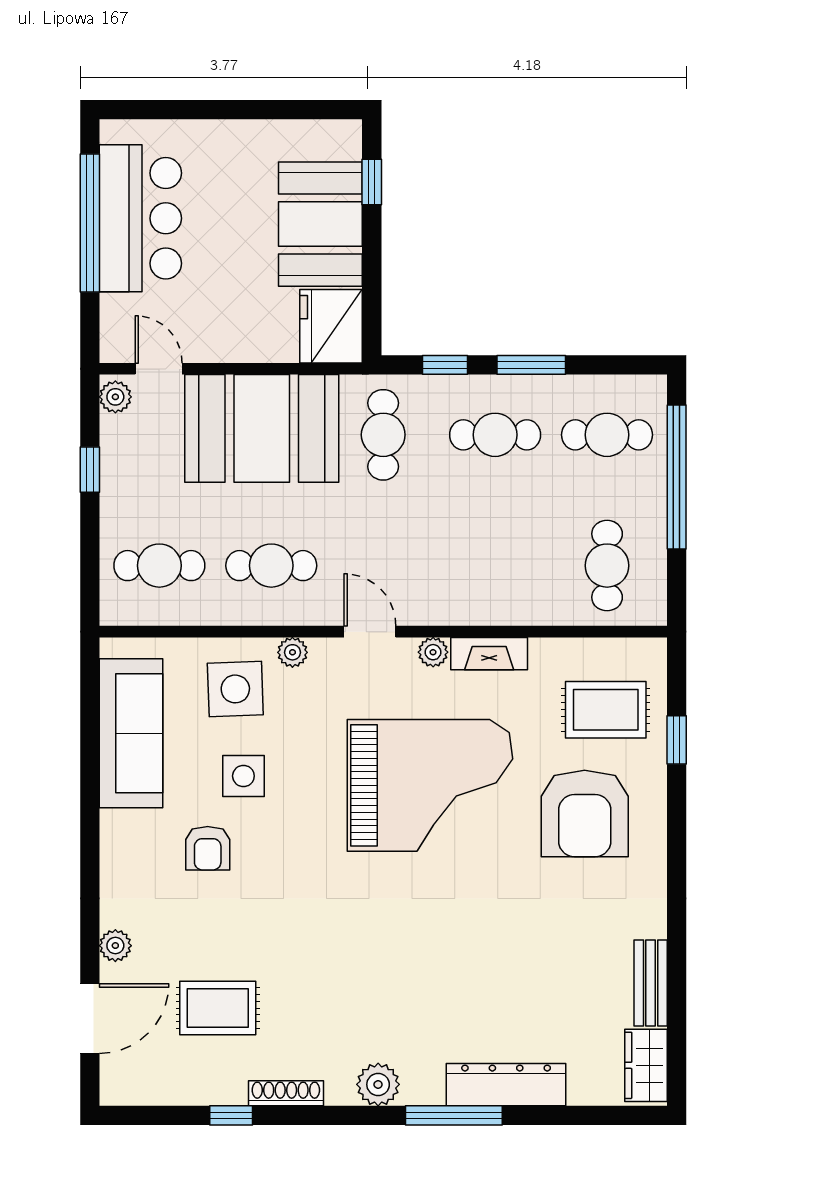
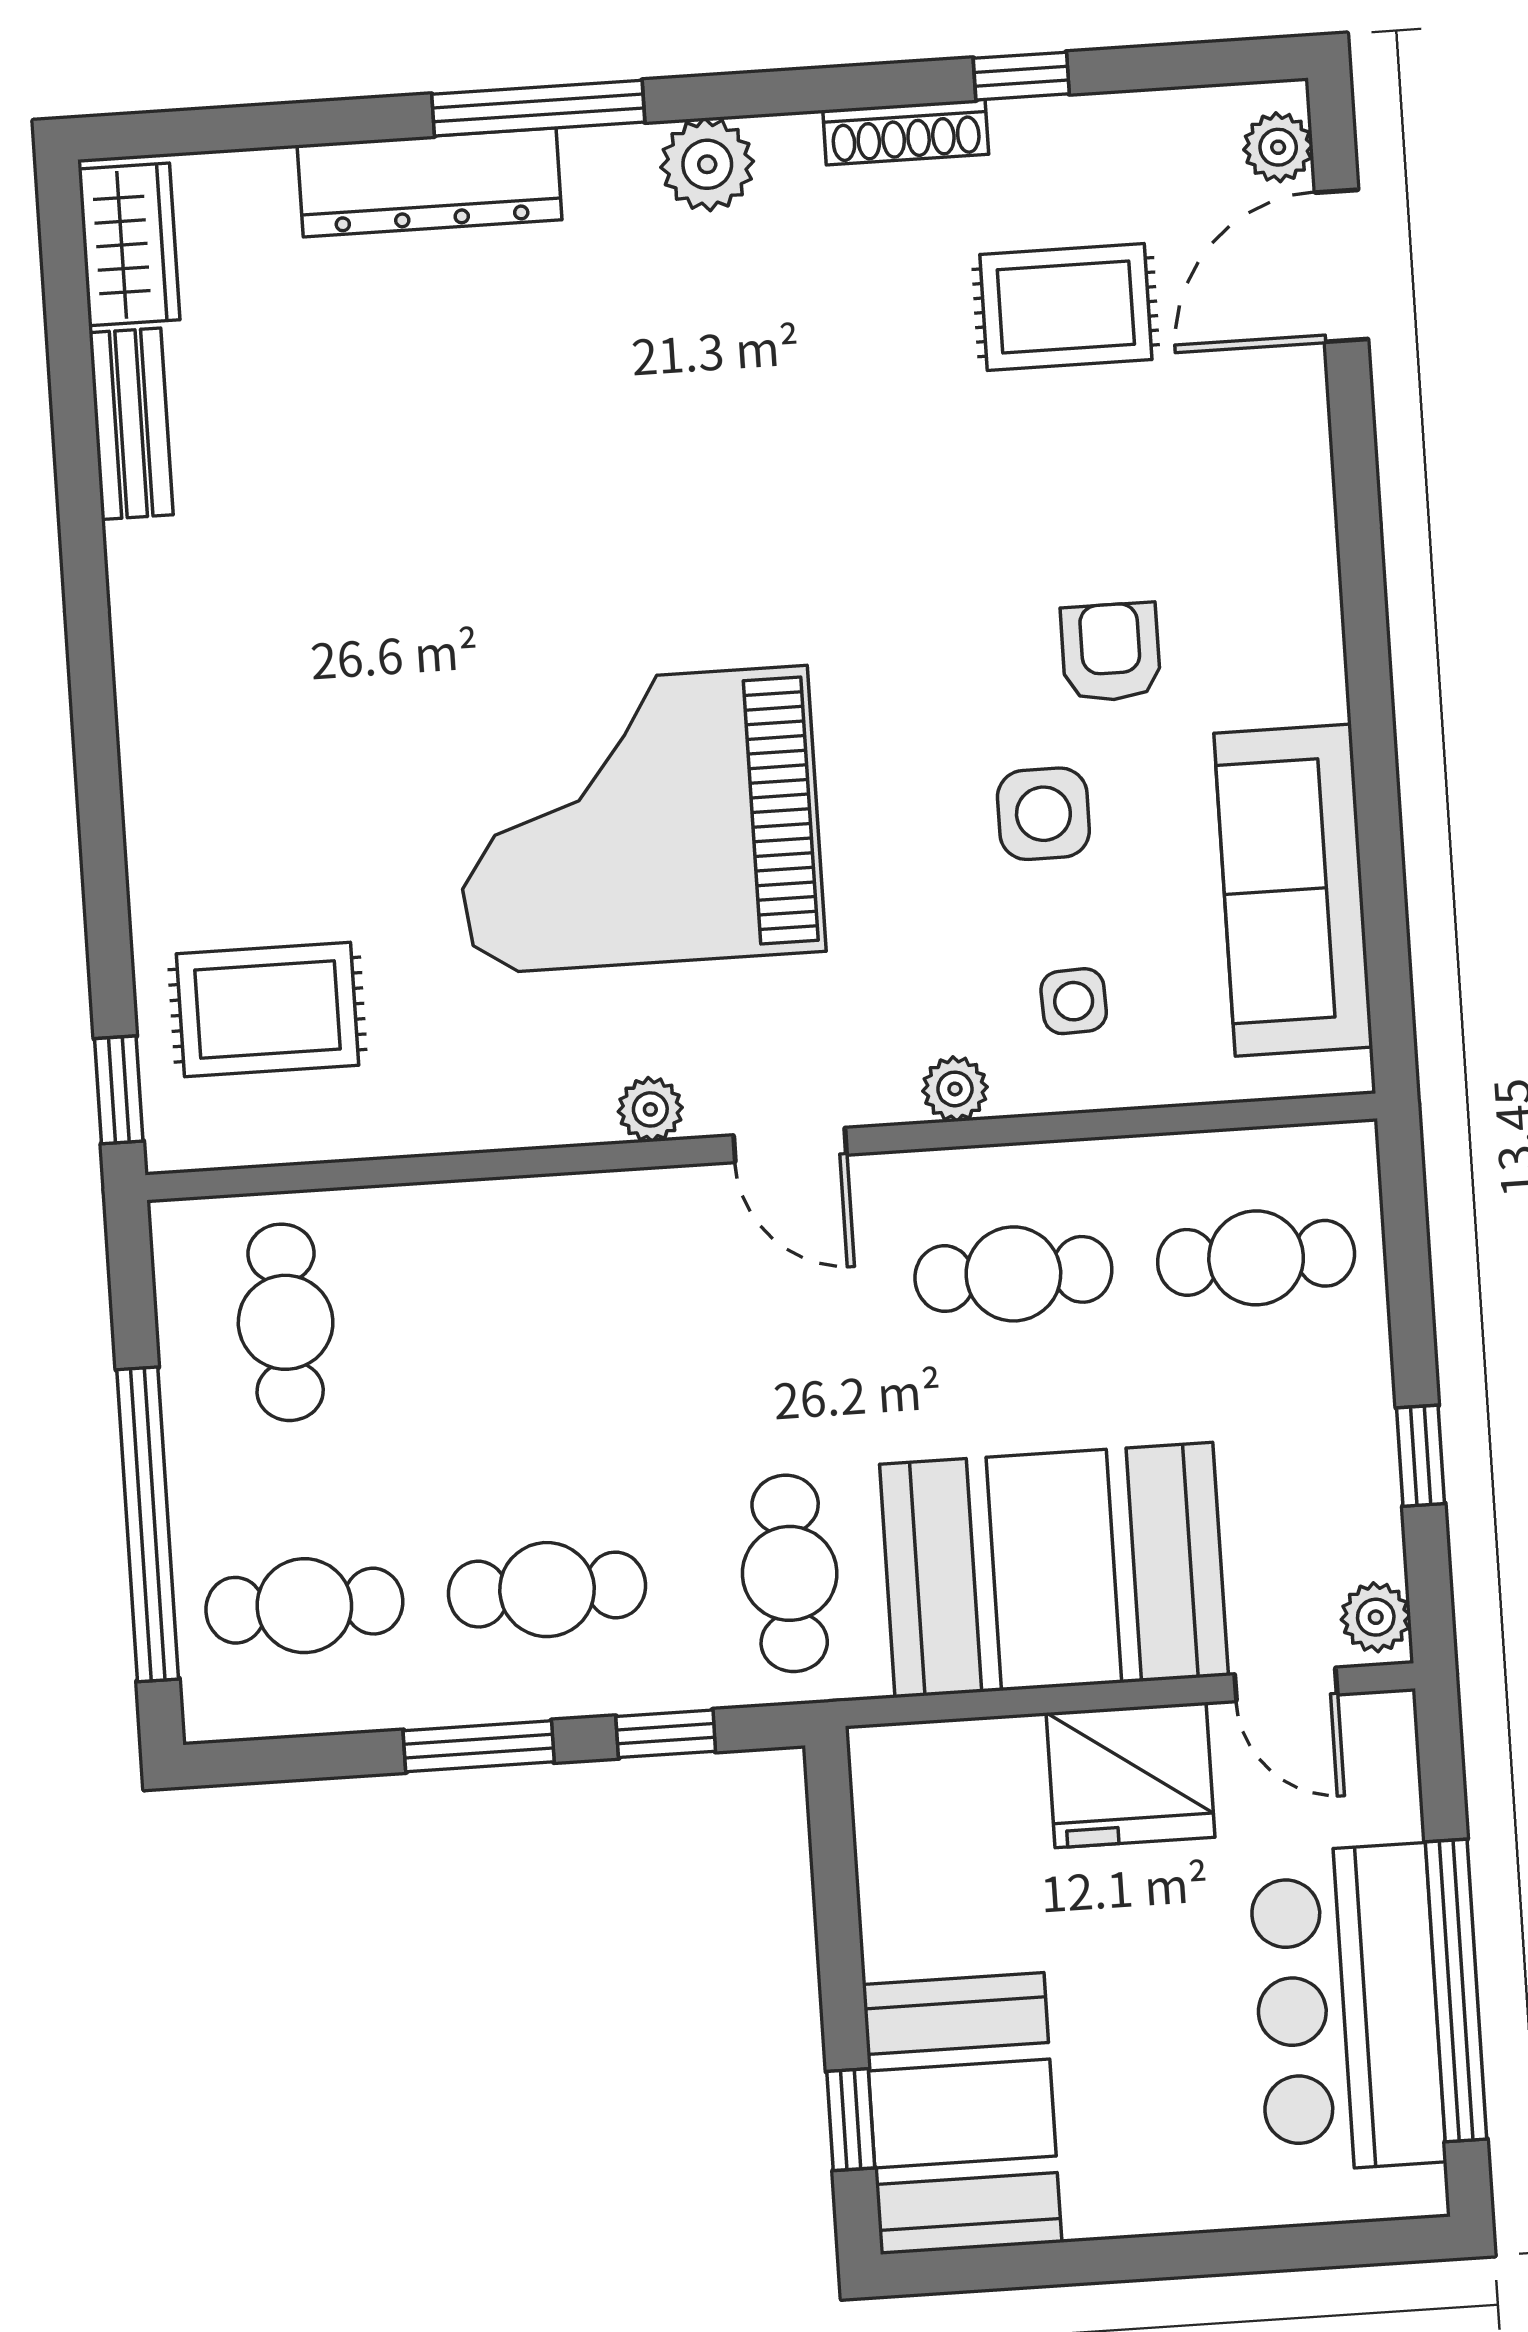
booth: (320, 224) -> (962, 2114), moved
fridge: (331, 326) -> (1130, 1775), moved, turned 90
fireplace: (489, 654) -> (528, 1114), removed
side table: (235, 689) -> (1074, 1001), width x0.54, depth x0.54
window: (677, 740) -> (119, 1090), moved
armchair: (585, 814) -> (298, 782), removed
plant: (115, 946) -> (1278, 147), moved

